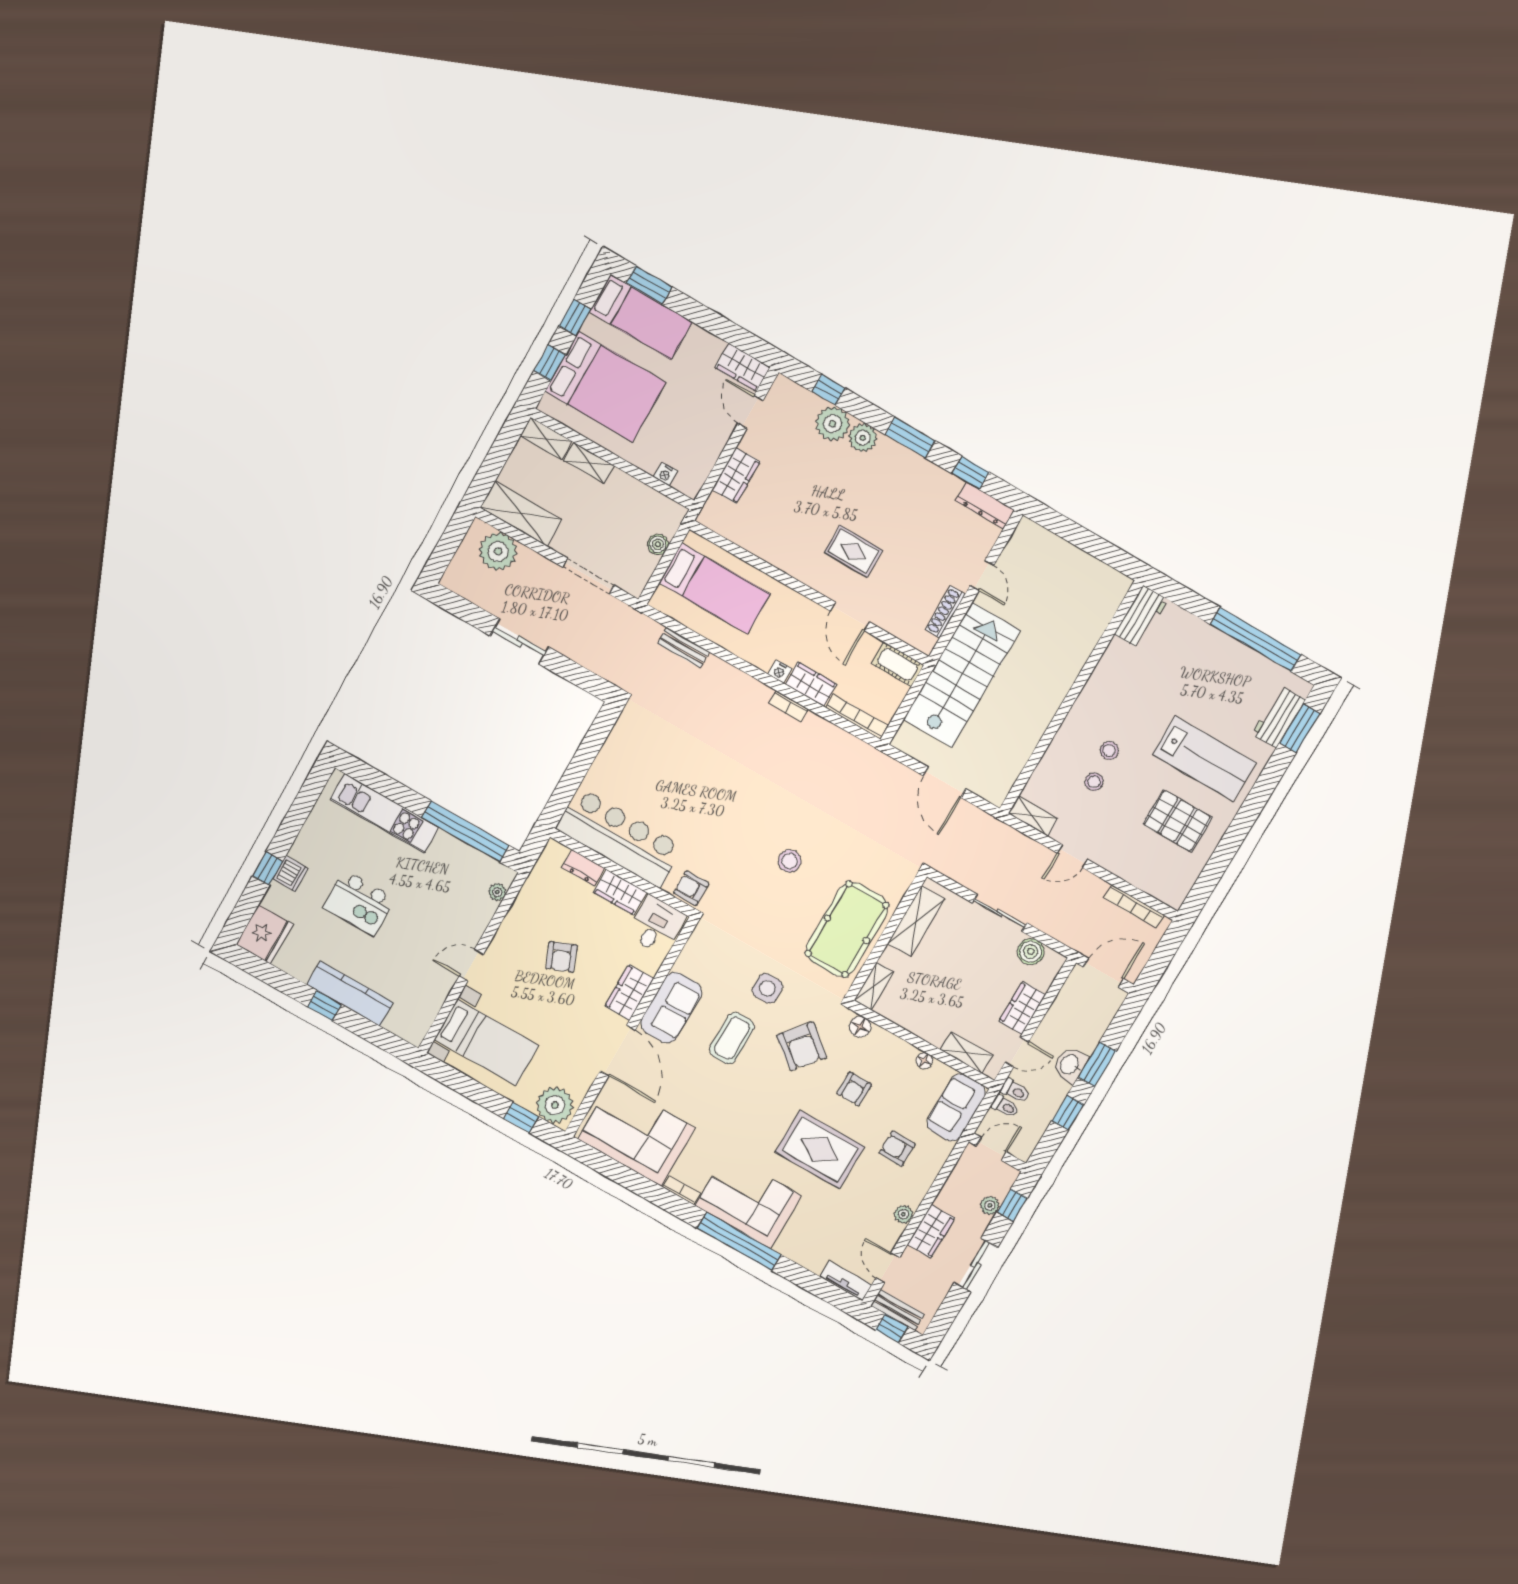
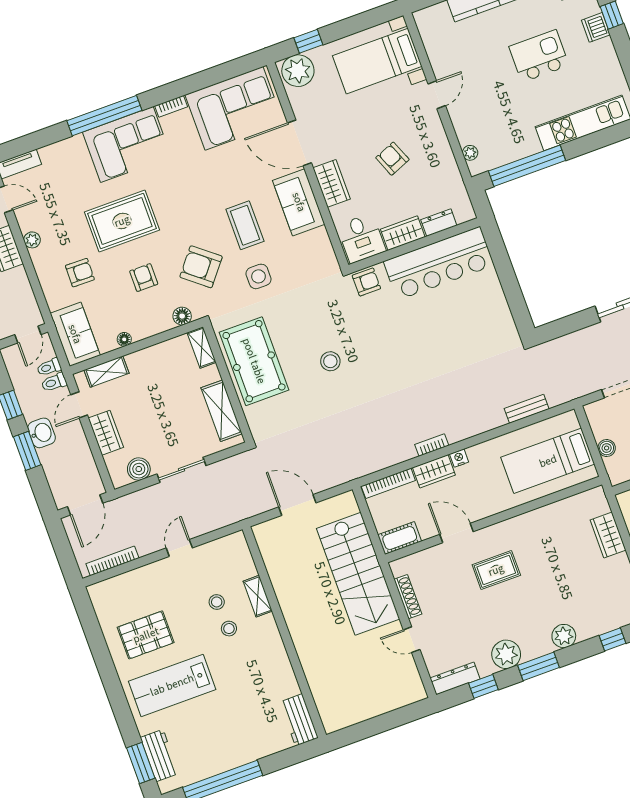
plant: (832, 424) -> (506, 654), moved
shelving: (1033, 816) -> (258, 596), moved, turned 90

